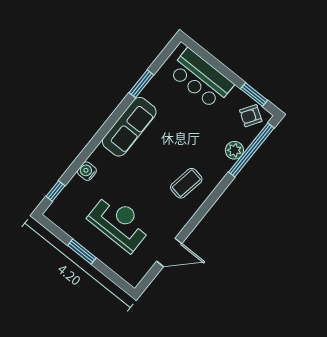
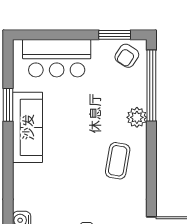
sofa: (129, 127) -> (28, 127), moved
plant: (234, 150) -> (137, 117), moved

